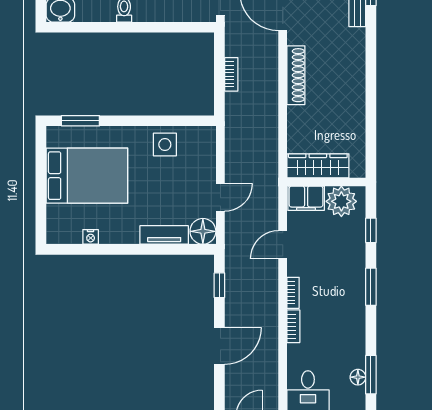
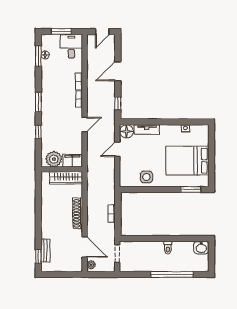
wardrobe: (318, 166) -> (66, 178), moved
wall: (326, 182) -> (62, 169), moved
filing cabinet: (306, 198) -> (72, 161), moved
plant: (341, 201) -> (54, 159), moved

